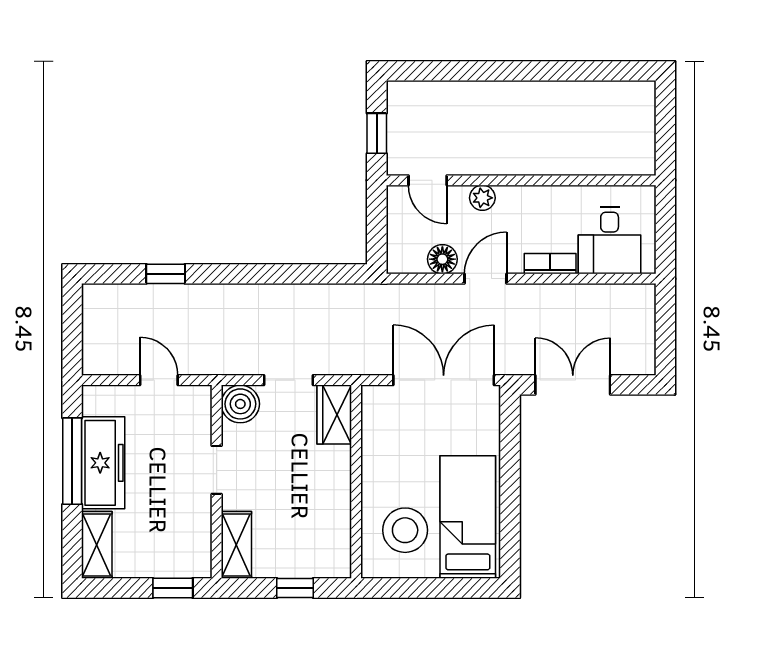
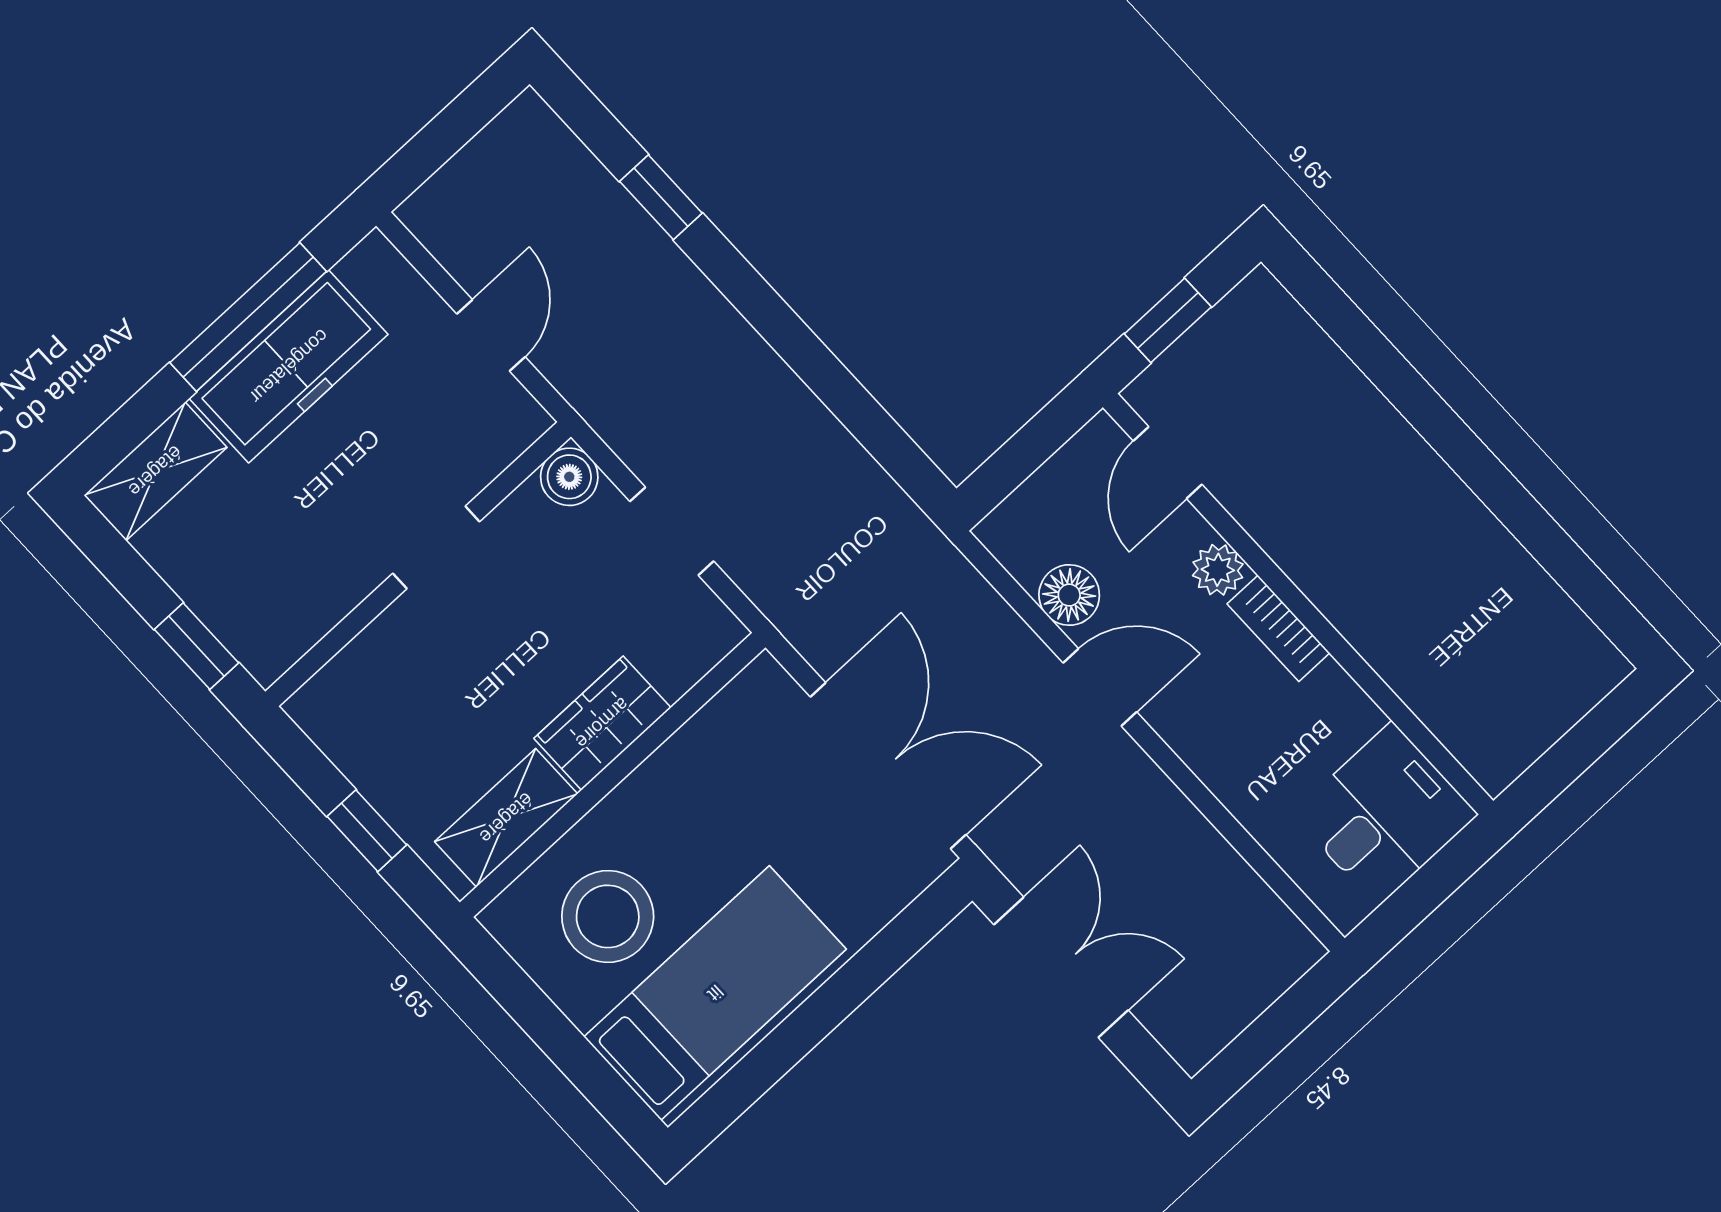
desk: (610, 240) -> (1385, 814), moved, turned 180
bookcase: (550, 264) -> (1278, 628), moved, turned 180
boiler: (240, 404) -> (569, 477), width x0.73, depth x0.73
wardrobe: (334, 415) -> (602, 723), moved
shelving: (236, 545) -> (506, 818), moved

